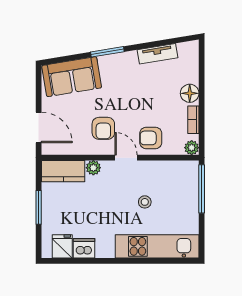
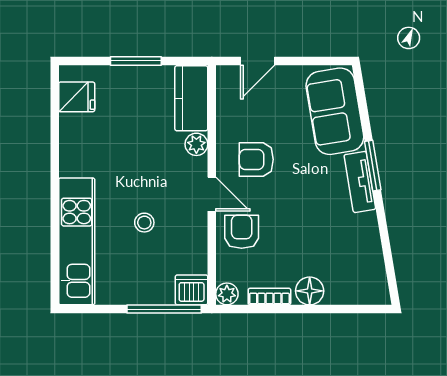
tv unit: (157, 54) -> (360, 182), moved
door: (39, 127) -> (258, 61), width x0.73
door: (126, 158) -> (212, 194), hinge flipped
dishwasher: (84, 248) -> (192, 290), moved, turned -90

